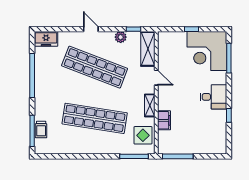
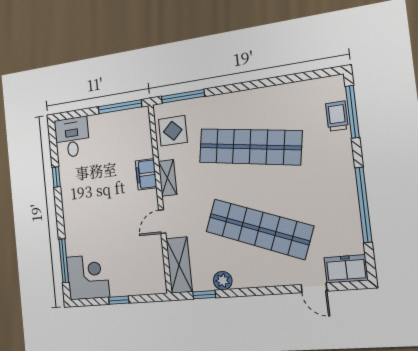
door: (91, 29) -> (314, 288), moved
corner desk: (207, 51) -> (88, 277), width x0.74, depth x0.74
door: (156, 78) -> (162, 222), hinge flipped
desk: (213, 97) -> (72, 137), moved, turned 90
filing cabinet: (164, 120) -> (146, 174), moved

